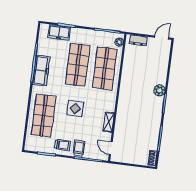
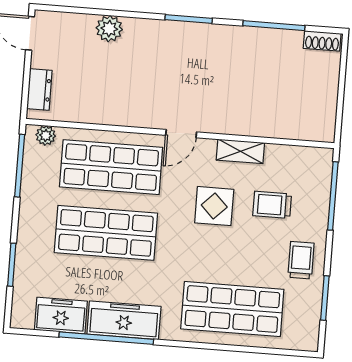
freezer: (59, 32) -> (61, 316), moved, turned -90
plant: (159, 90) -> (109, 29), moved
display table: (75, 109) -> (214, 206), moved
trolley: (79, 148) -> (272, 205), moved
door: (111, 148) -> (181, 134), moved

